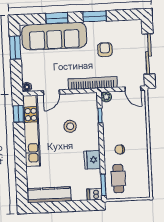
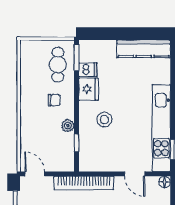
door: (51, 92) -> (135, 174), swing flipped
plant: (106, 97) -> (68, 126), moved
stool: (70, 126) -> (104, 120), moved
dishwasher: (95, 194) -> (88, 70), moved

